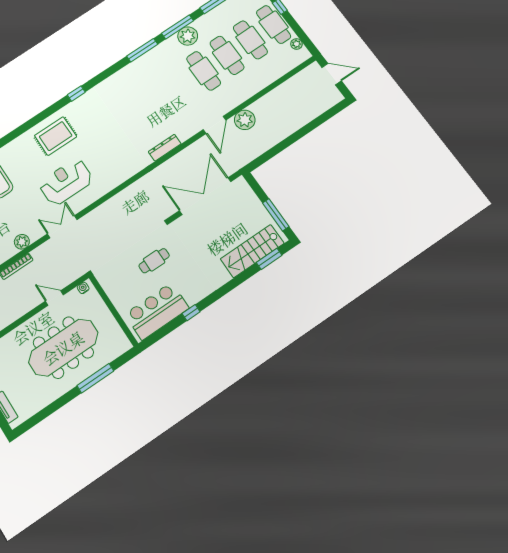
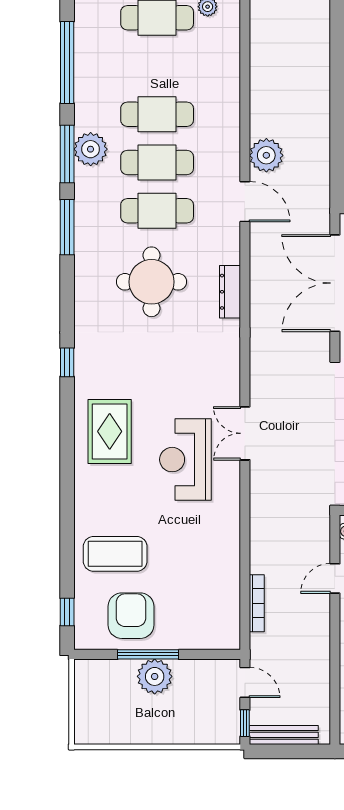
cafe table: (250, 40) -> (157, 211), moved
round table: (143, 107) -> (152, 282), added
double door: (62, 227) -> (245, 433), moved
plant: (22, 242) -> (228, 574), removed

